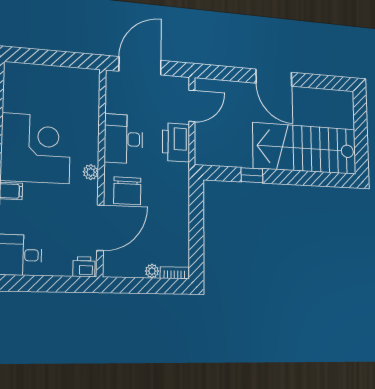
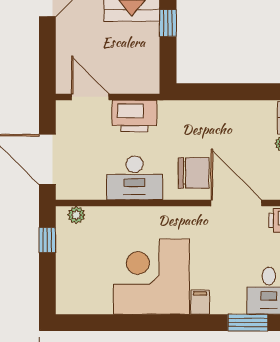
window: (71, 60) -> (47, 240), added
plant: (91, 172) -> (76, 215), moved

